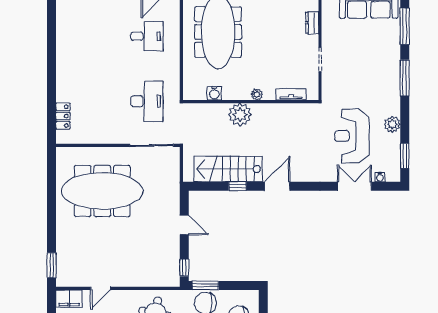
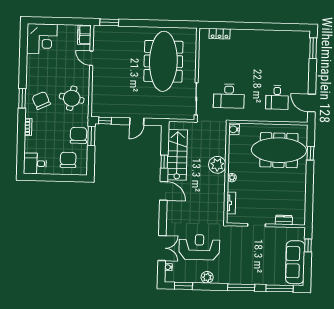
water cooler: (214, 93) -> (234, 129), moved

